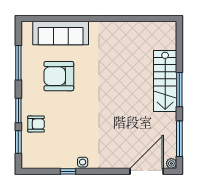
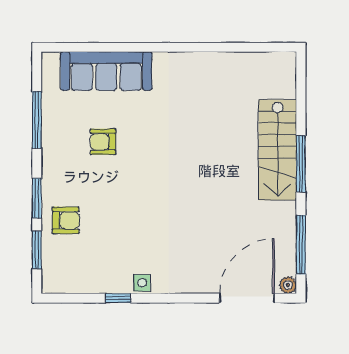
armchair: (59, 76) -> (103, 142), width x0.53, depth x0.53

